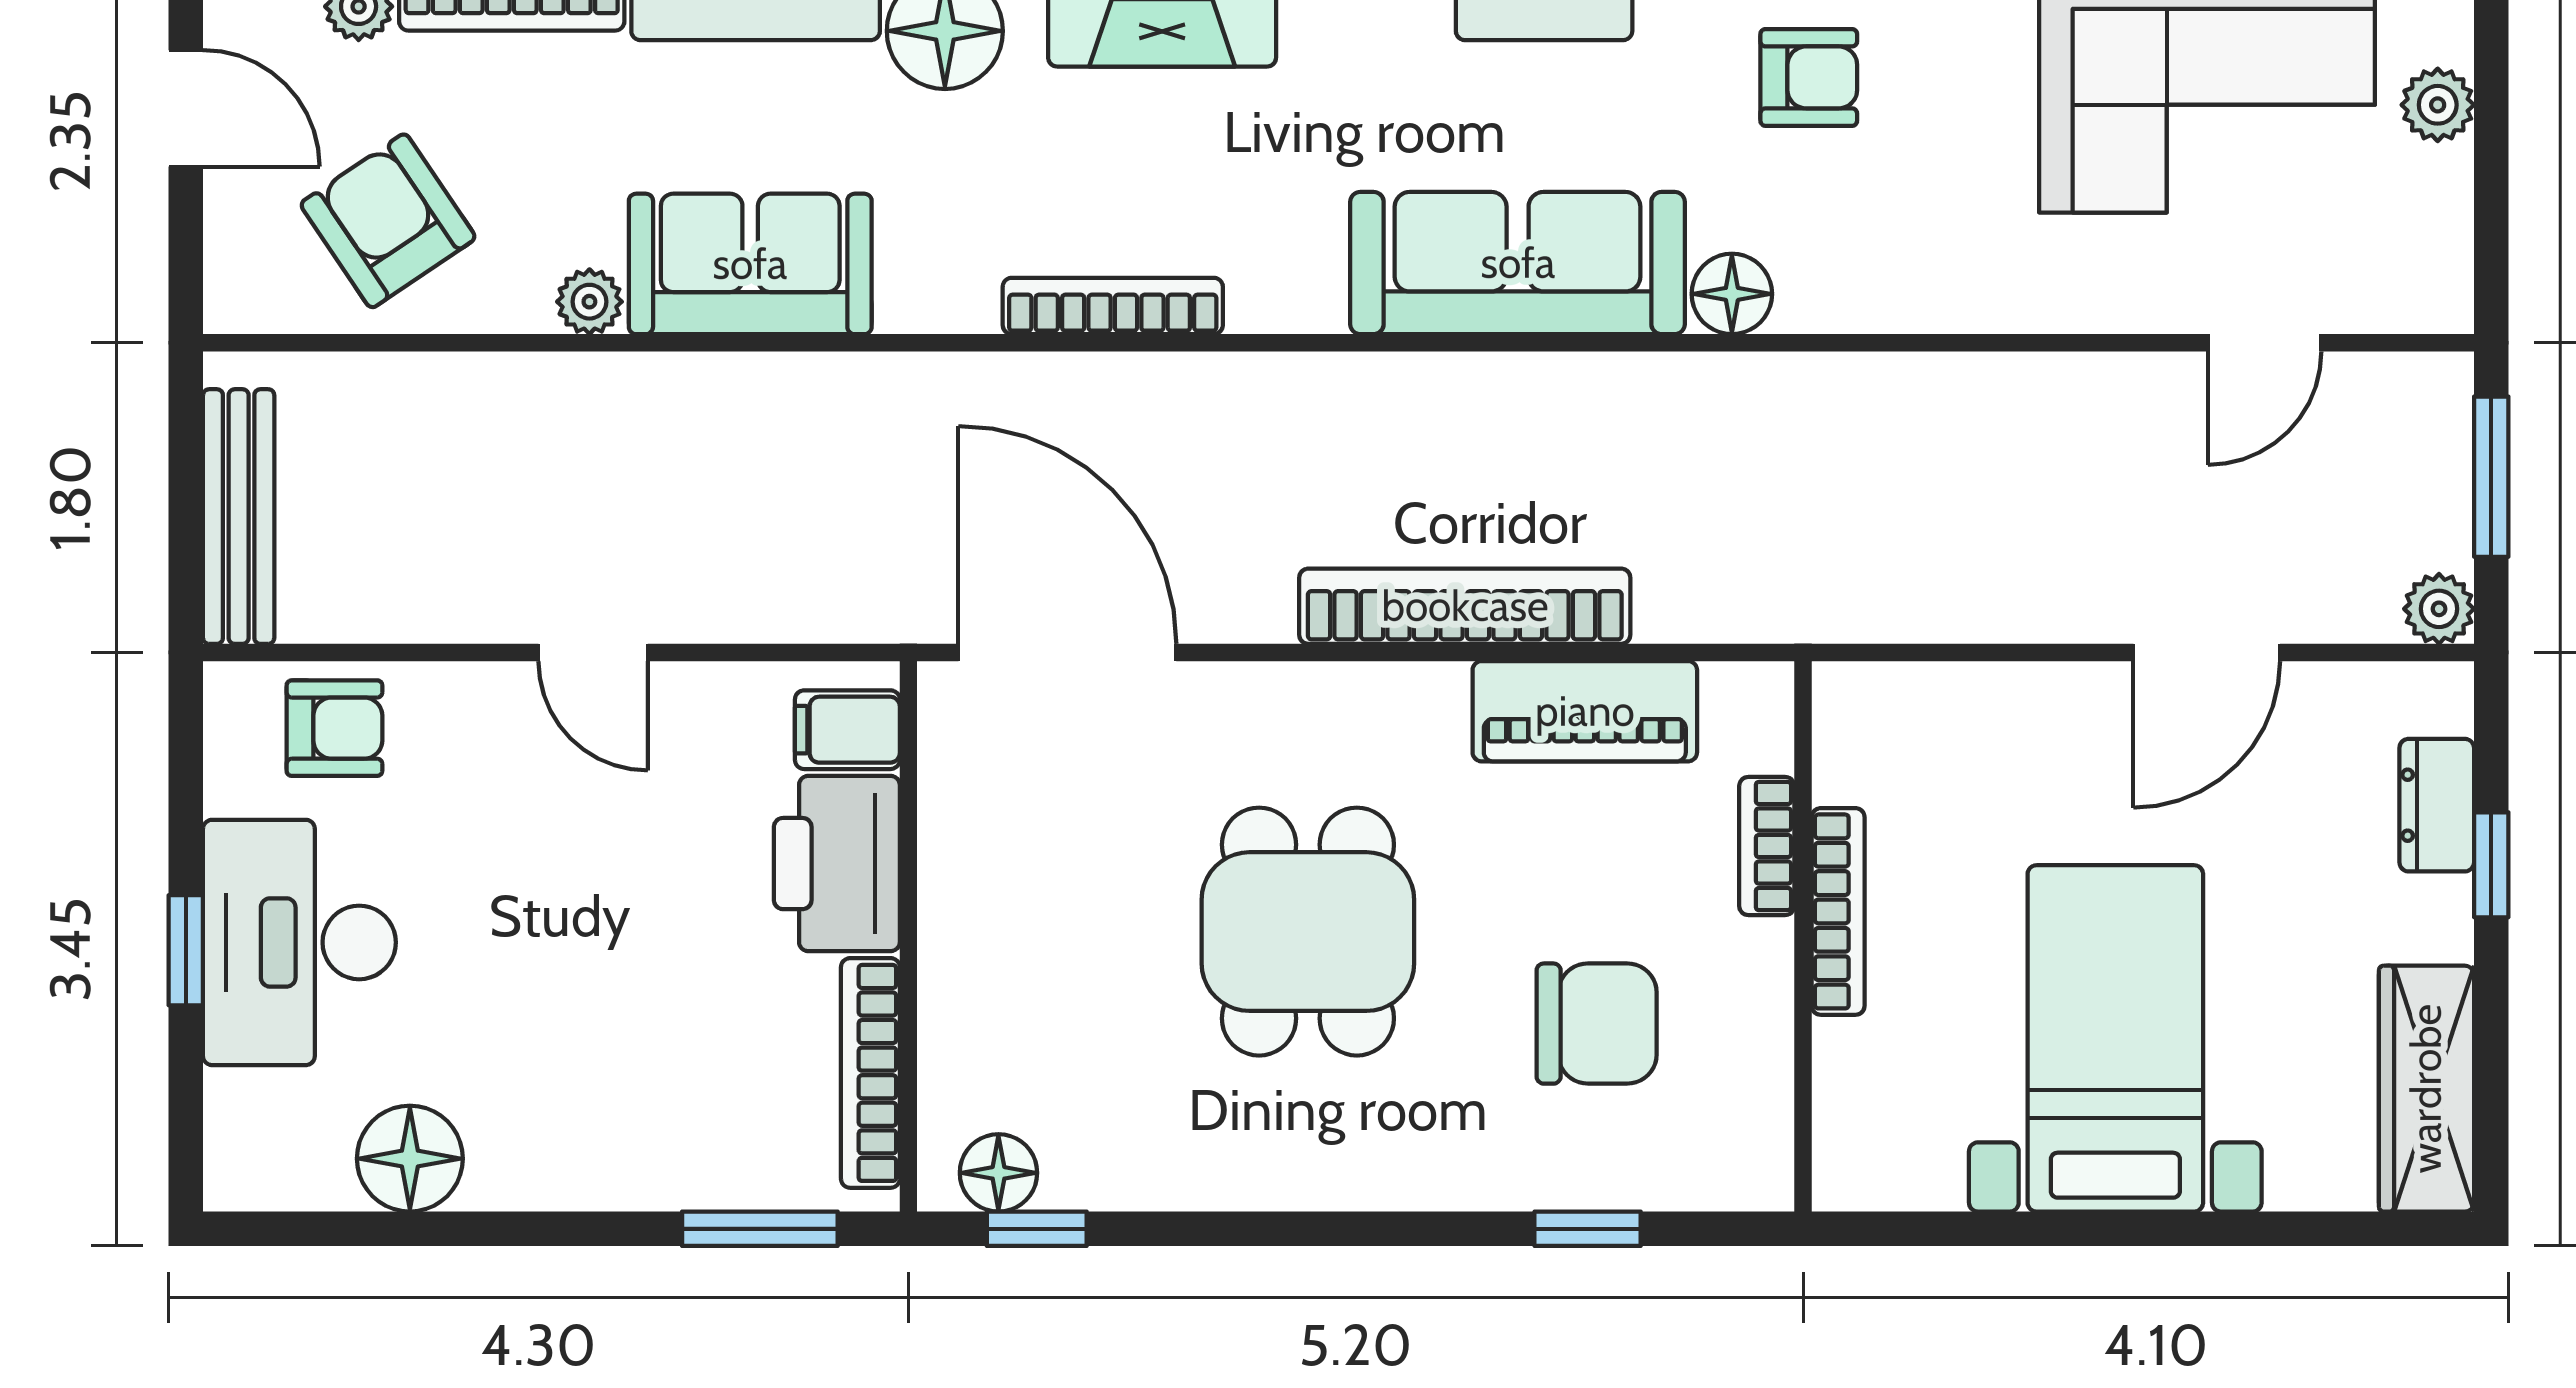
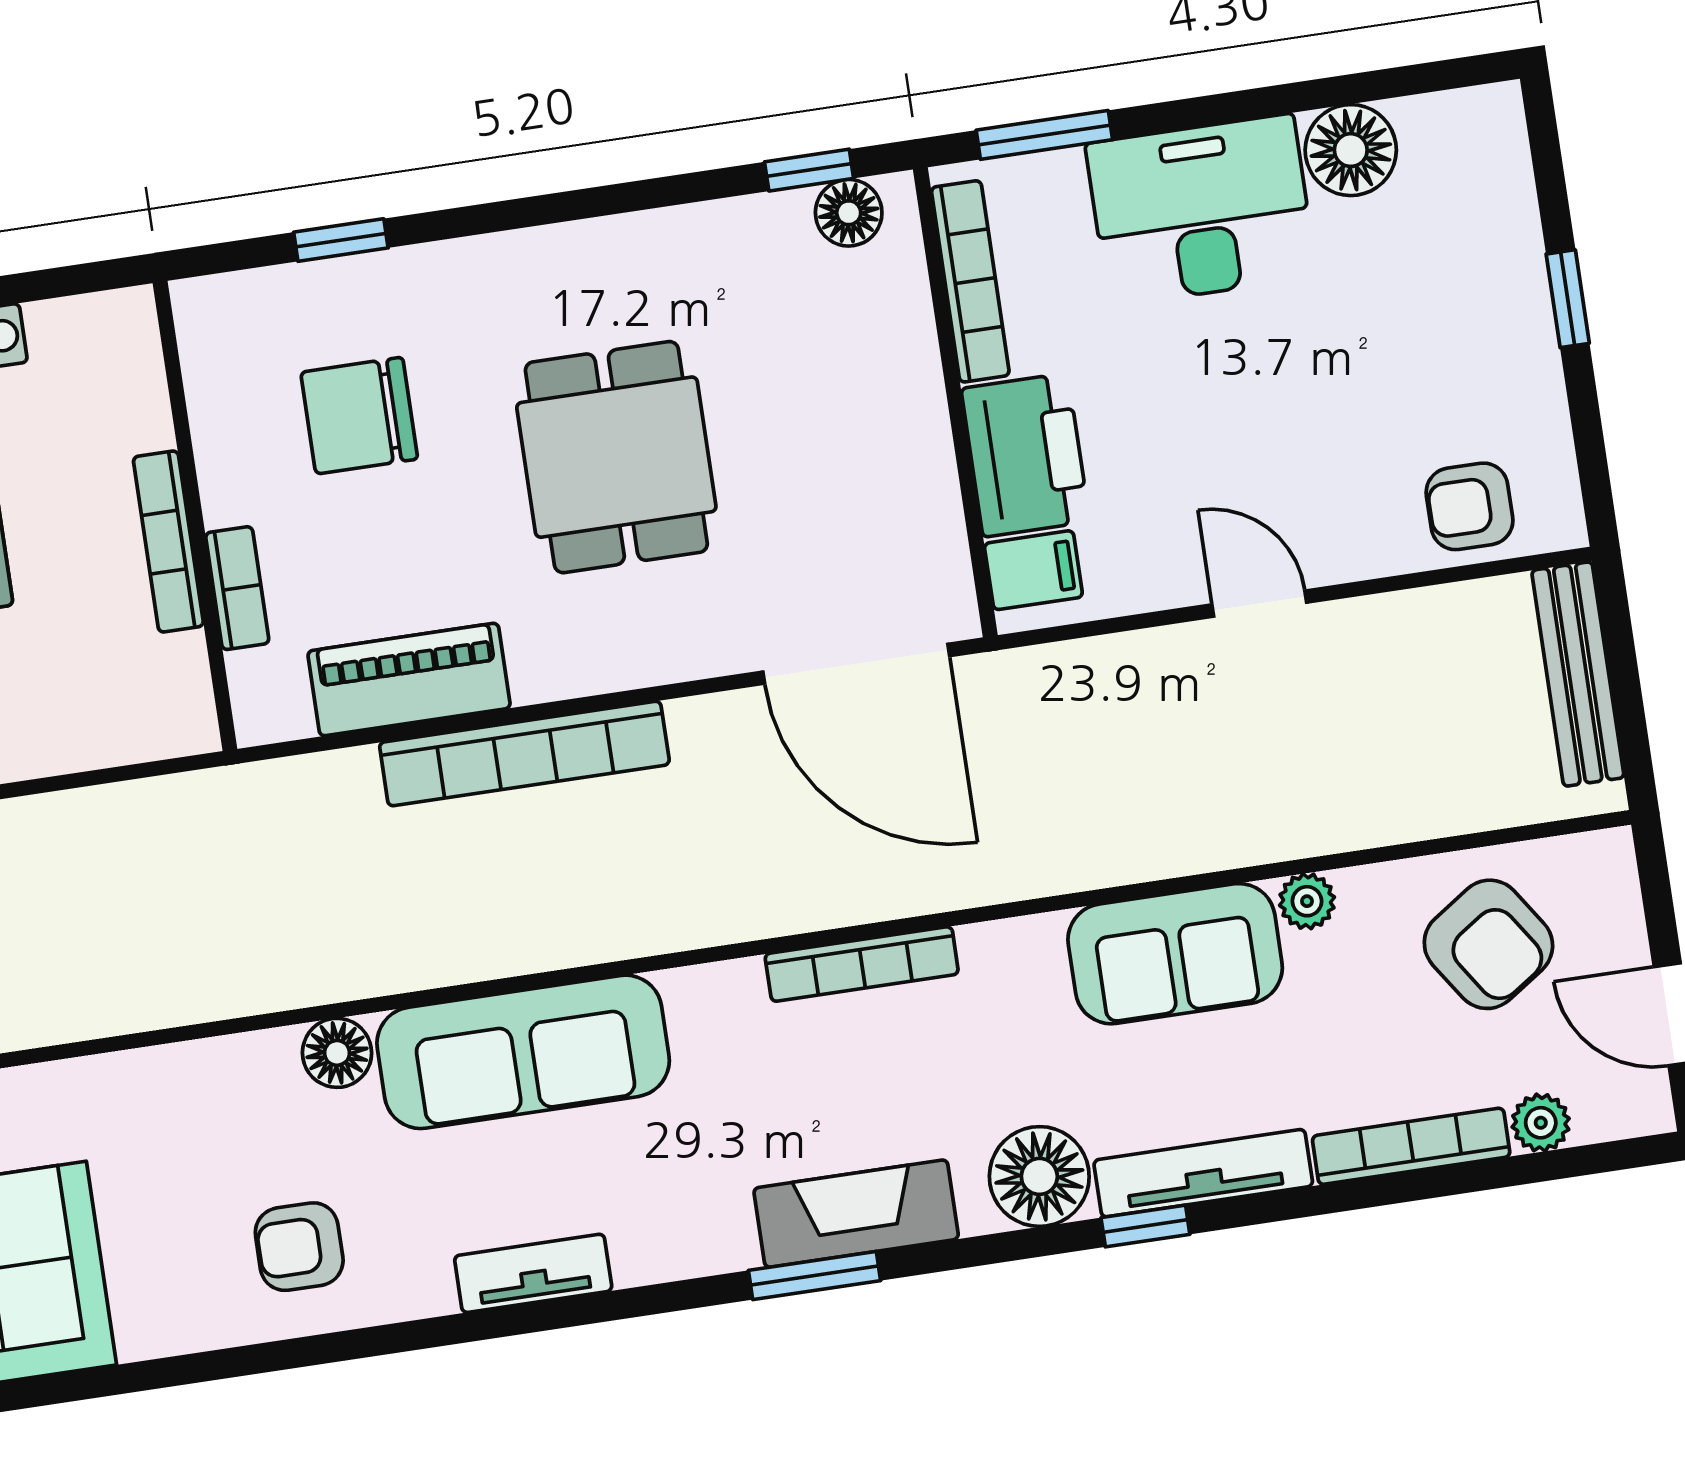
desk: (299, 942) -> (1201, 210), moved, turned -90

